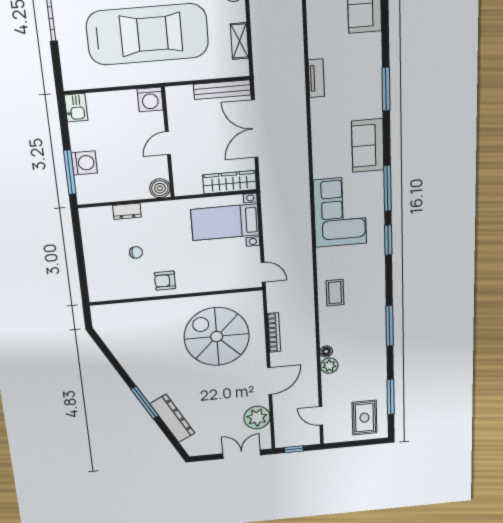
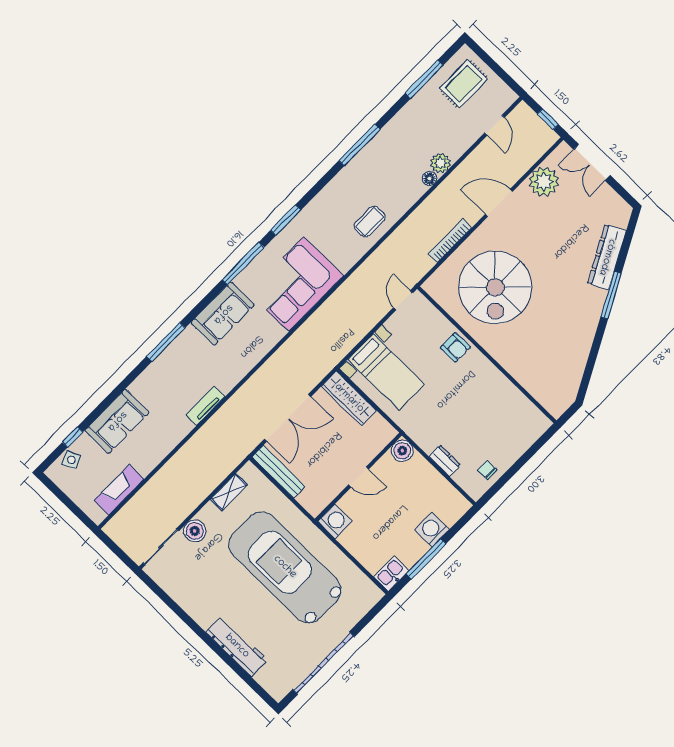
window: (70, 172) -> (426, 559), moved
chair: (136, 252) -> (487, 470), moved
armchair: (165, 281) -> (455, 347), moved

